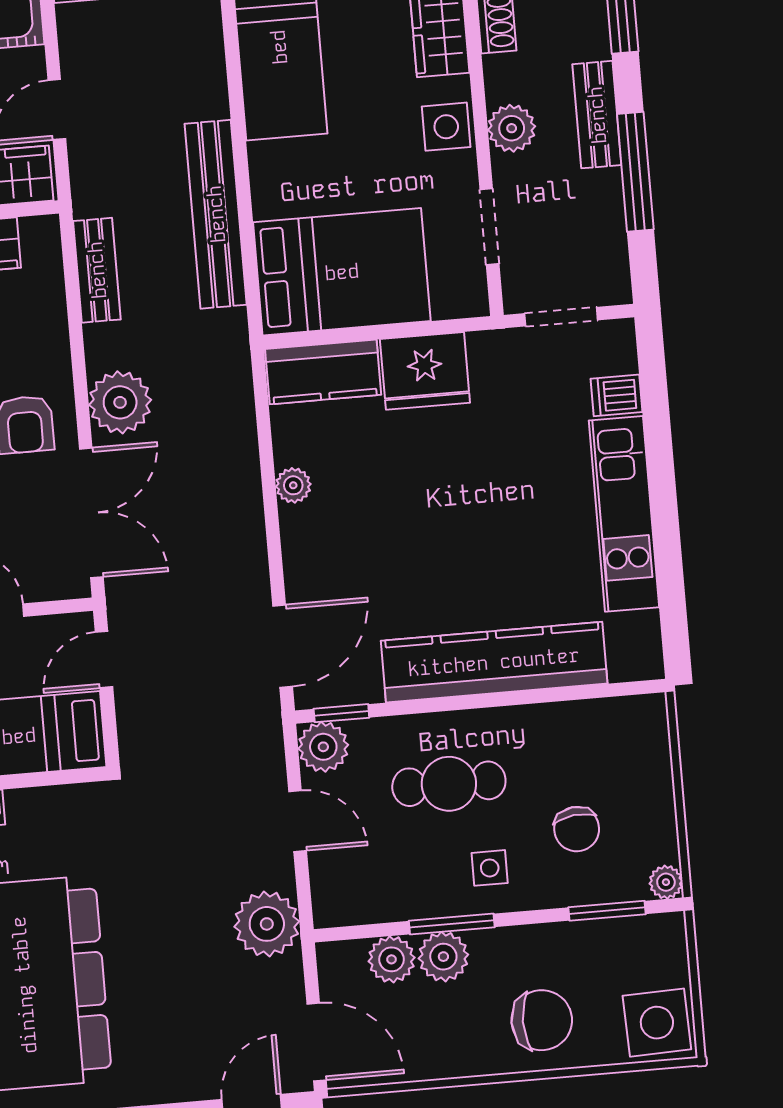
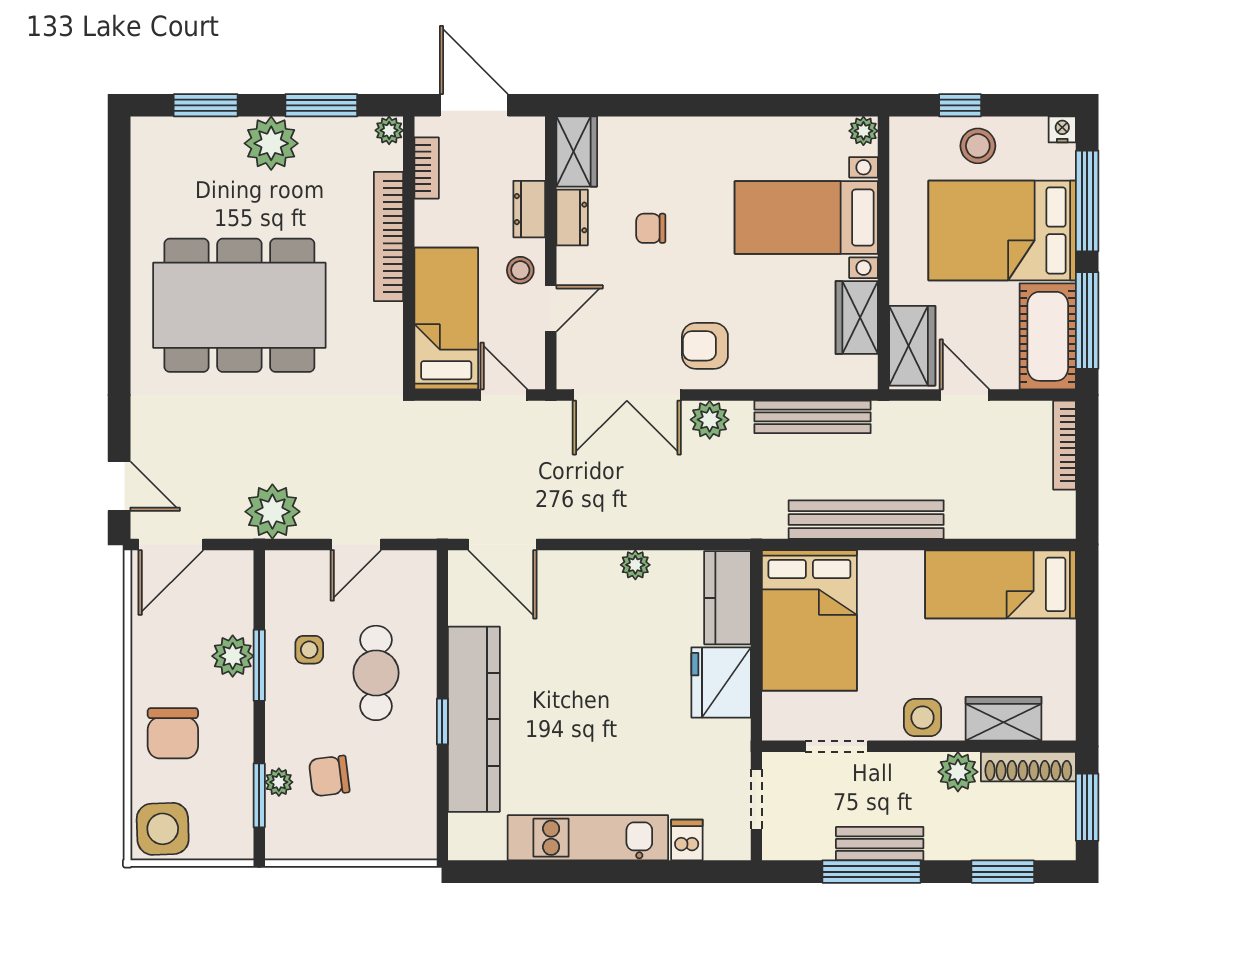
bench: (597, 115) -> (880, 844), moved
plant: (512, 128) -> (958, 772), moved
bench: (97, 270) -> (813, 417), width x1.36
plant: (120, 402) -> (710, 420), width x0.73, depth x0.73
window: (341, 713) -> (442, 721), moved
plant: (323, 747) -> (416, 571), removed
side table: (490, 868) -> (309, 650), moved
plant: (666, 882) -> (279, 782), moved
plant: (392, 959) -> (234, 613), removed

